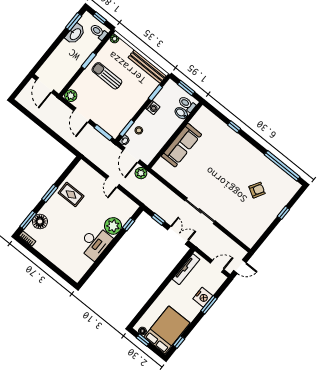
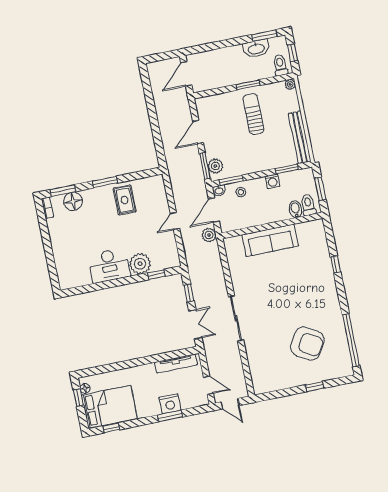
plant: (71, 96) -> (215, 166), moved
armchair: (257, 190) -> (307, 344), width x1.88, depth x1.88

